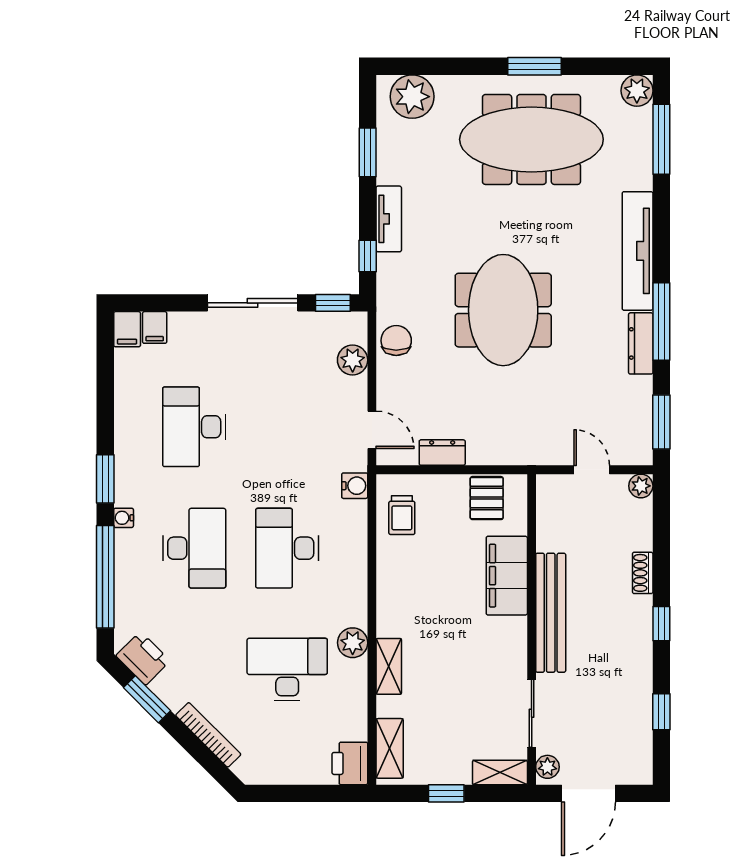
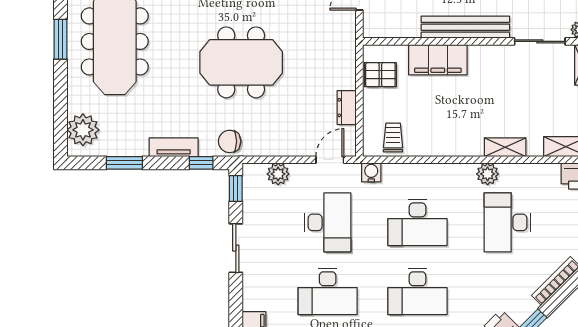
sliding door: (253, 303) -> (236, 248), width x0.73
chair: (396, 341) -> (230, 141), moved
desk: (287, 427) -> (328, 222), added
trolley: (402, 515) -> (393, 137), turned -90
desk: (194, 548) -> (418, 291), turned 180

